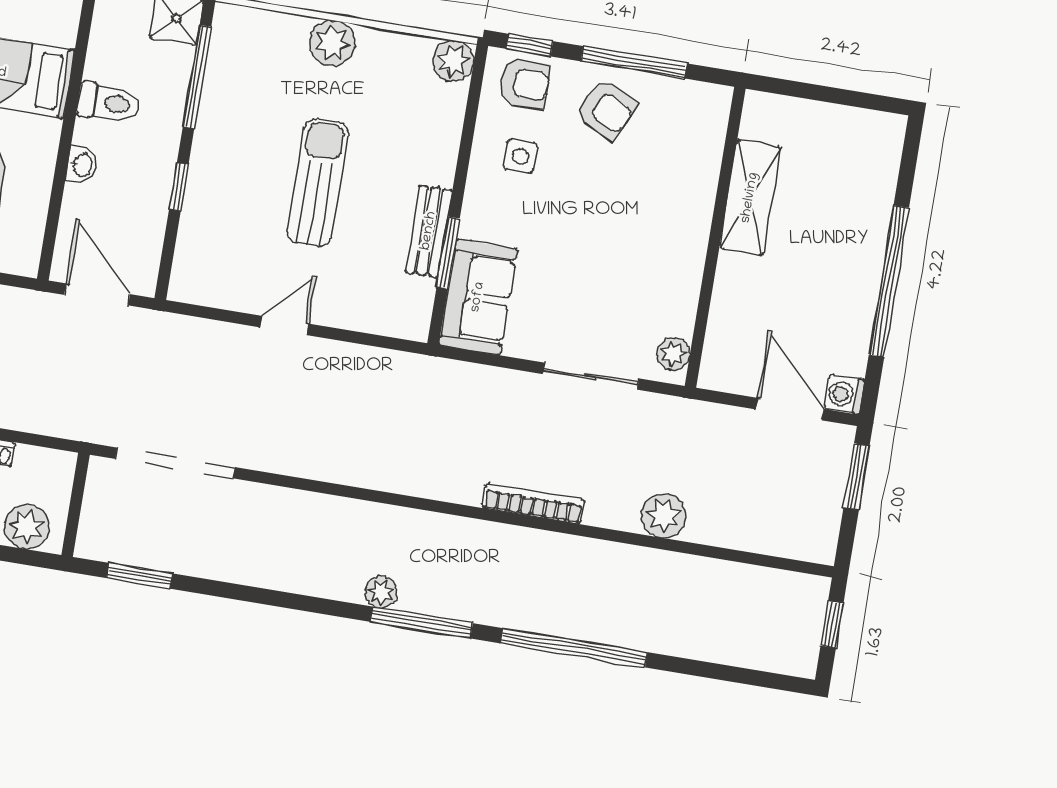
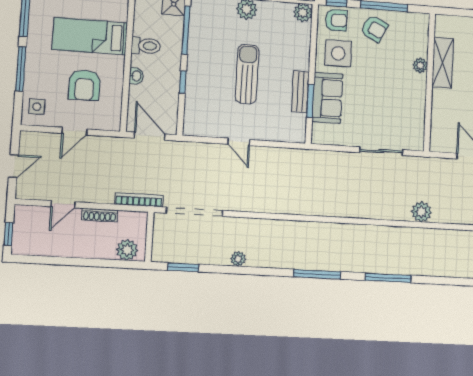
side table: (521, 156) -> (338, 53), width x1.87, depth x1.87
sofa: (478, 297) -> (327, 98), moved
door: (284, 325) -> (239, 142), swing flipped
plant: (673, 354) -> (420, 65), moved
bookcase: (533, 504) -> (139, 200), moved
plant: (381, 592) -> (238, 259), moved
window: (574, 648) -> (388, 278), width x0.68

